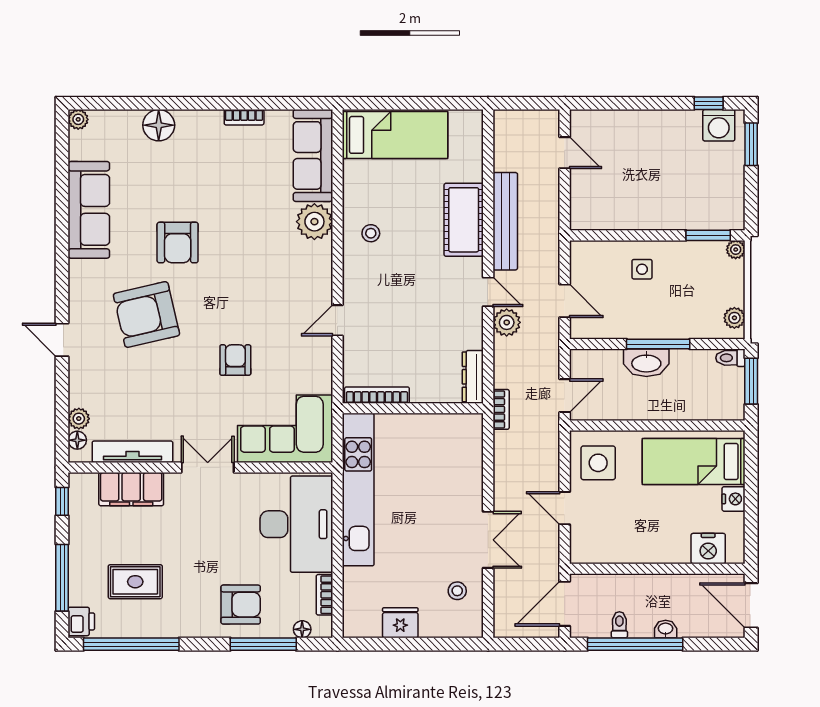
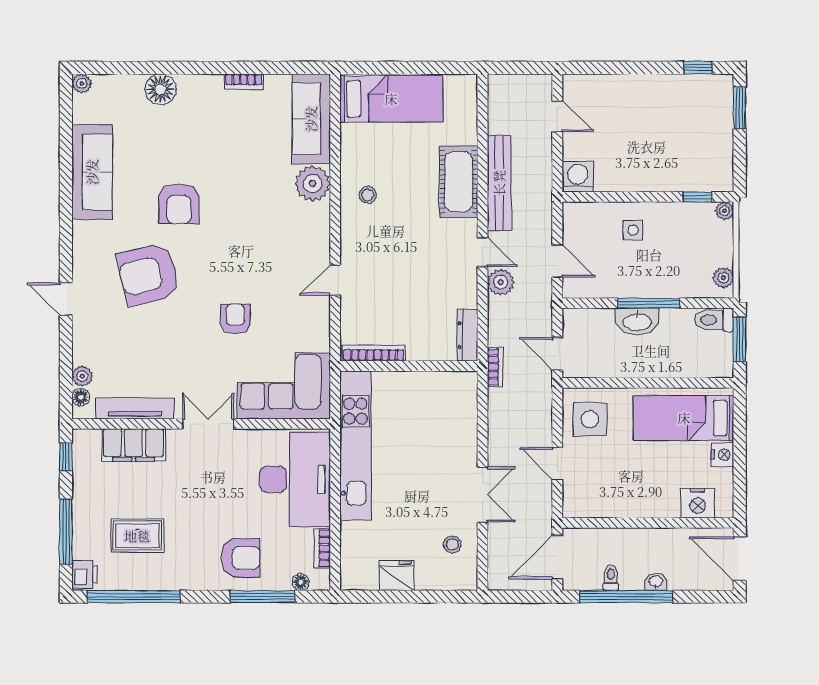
washing machine: (719, 125) -> (578, 177), moved, turned 180
window: (708, 235) -> (698, 197), width x0.67
toilet: (730, 358) -> (714, 320), width x1.37, depth x1.39
door: (565, 396) -> (557, 354), swing flipped

